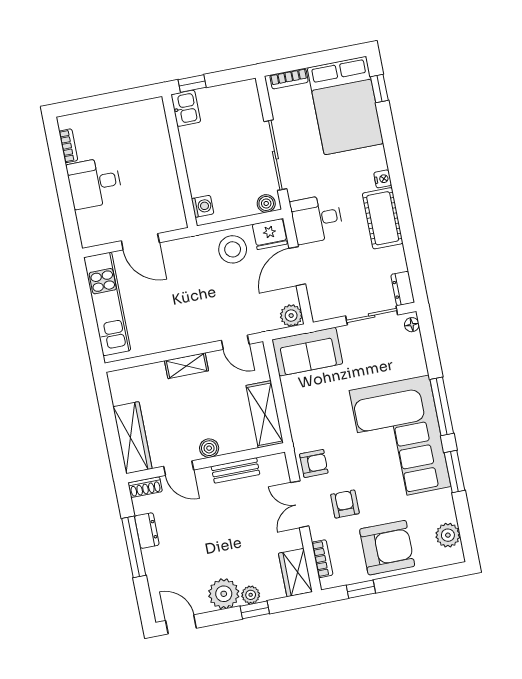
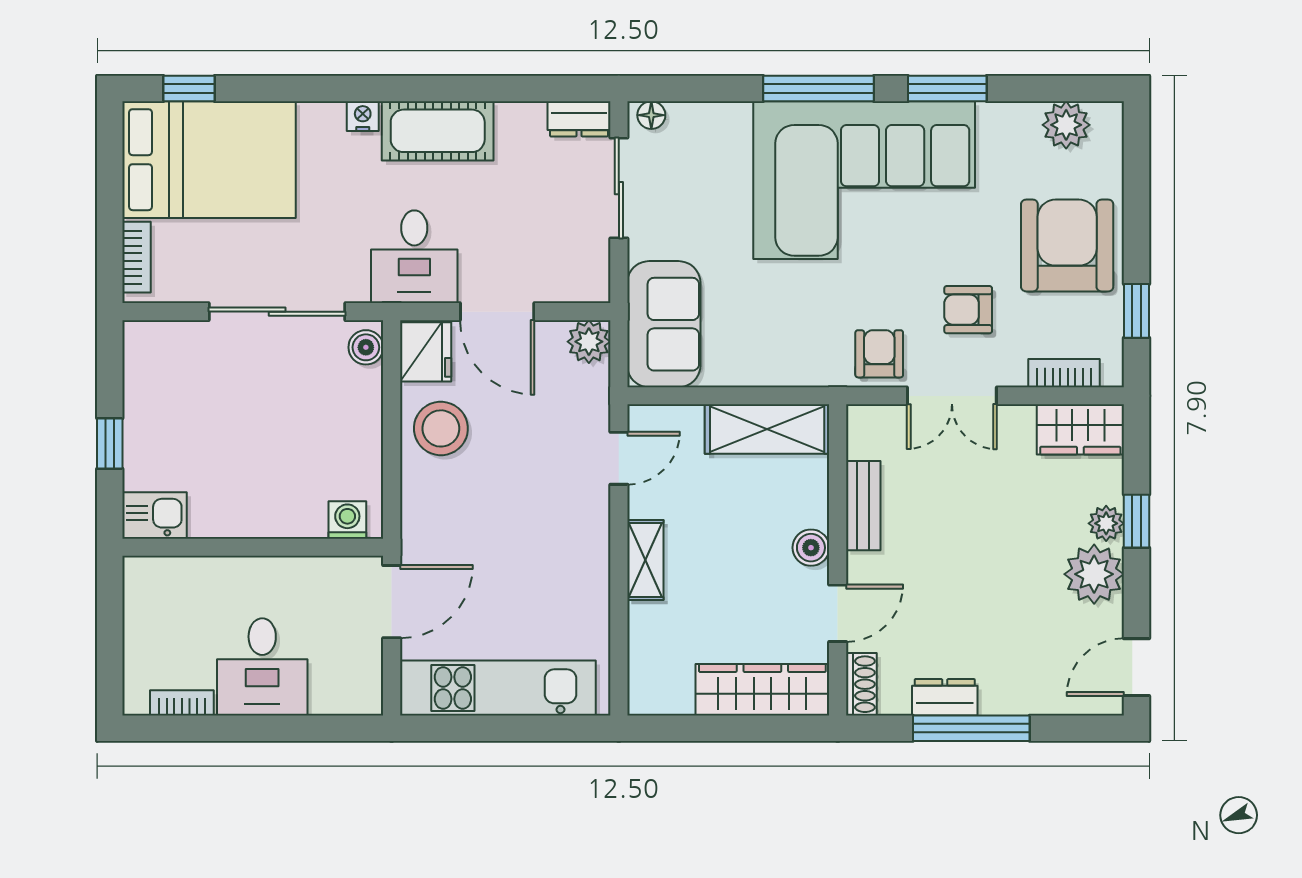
kitchen sink: (186, 108) -> (154, 516), moved
wall: (179, 161) -> (253, 547), moved
washing machine: (203, 206) -> (347, 520), moved

